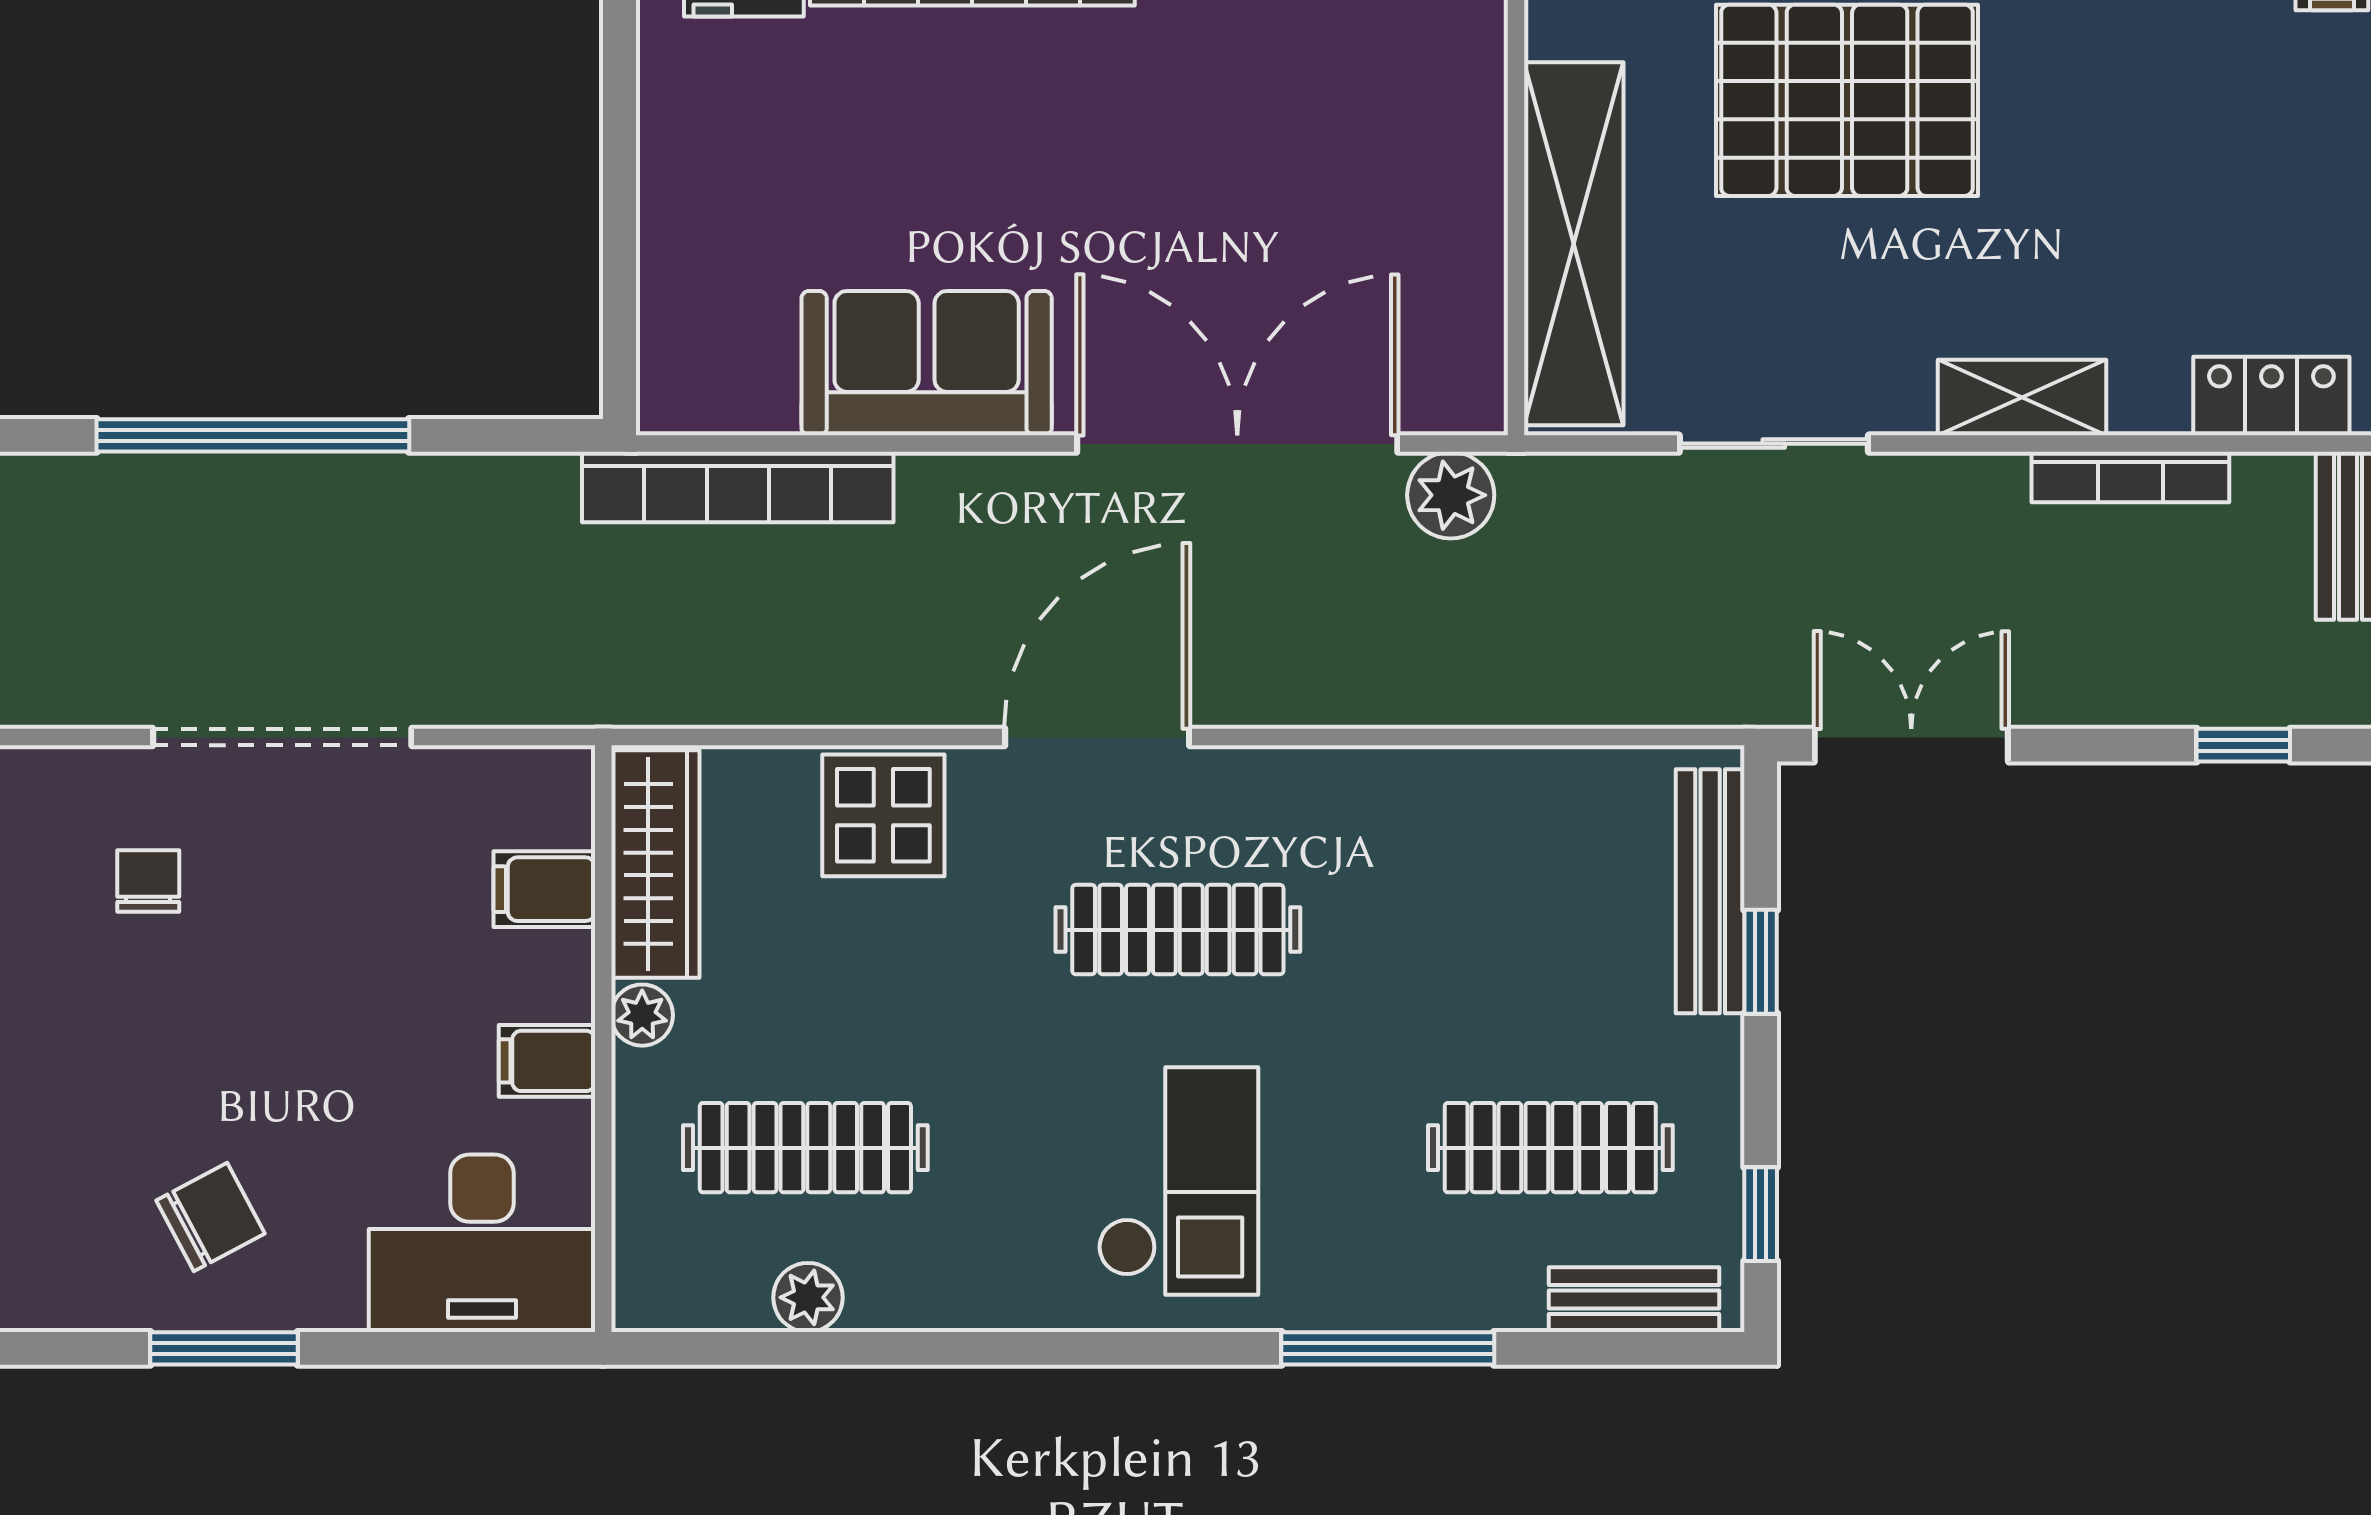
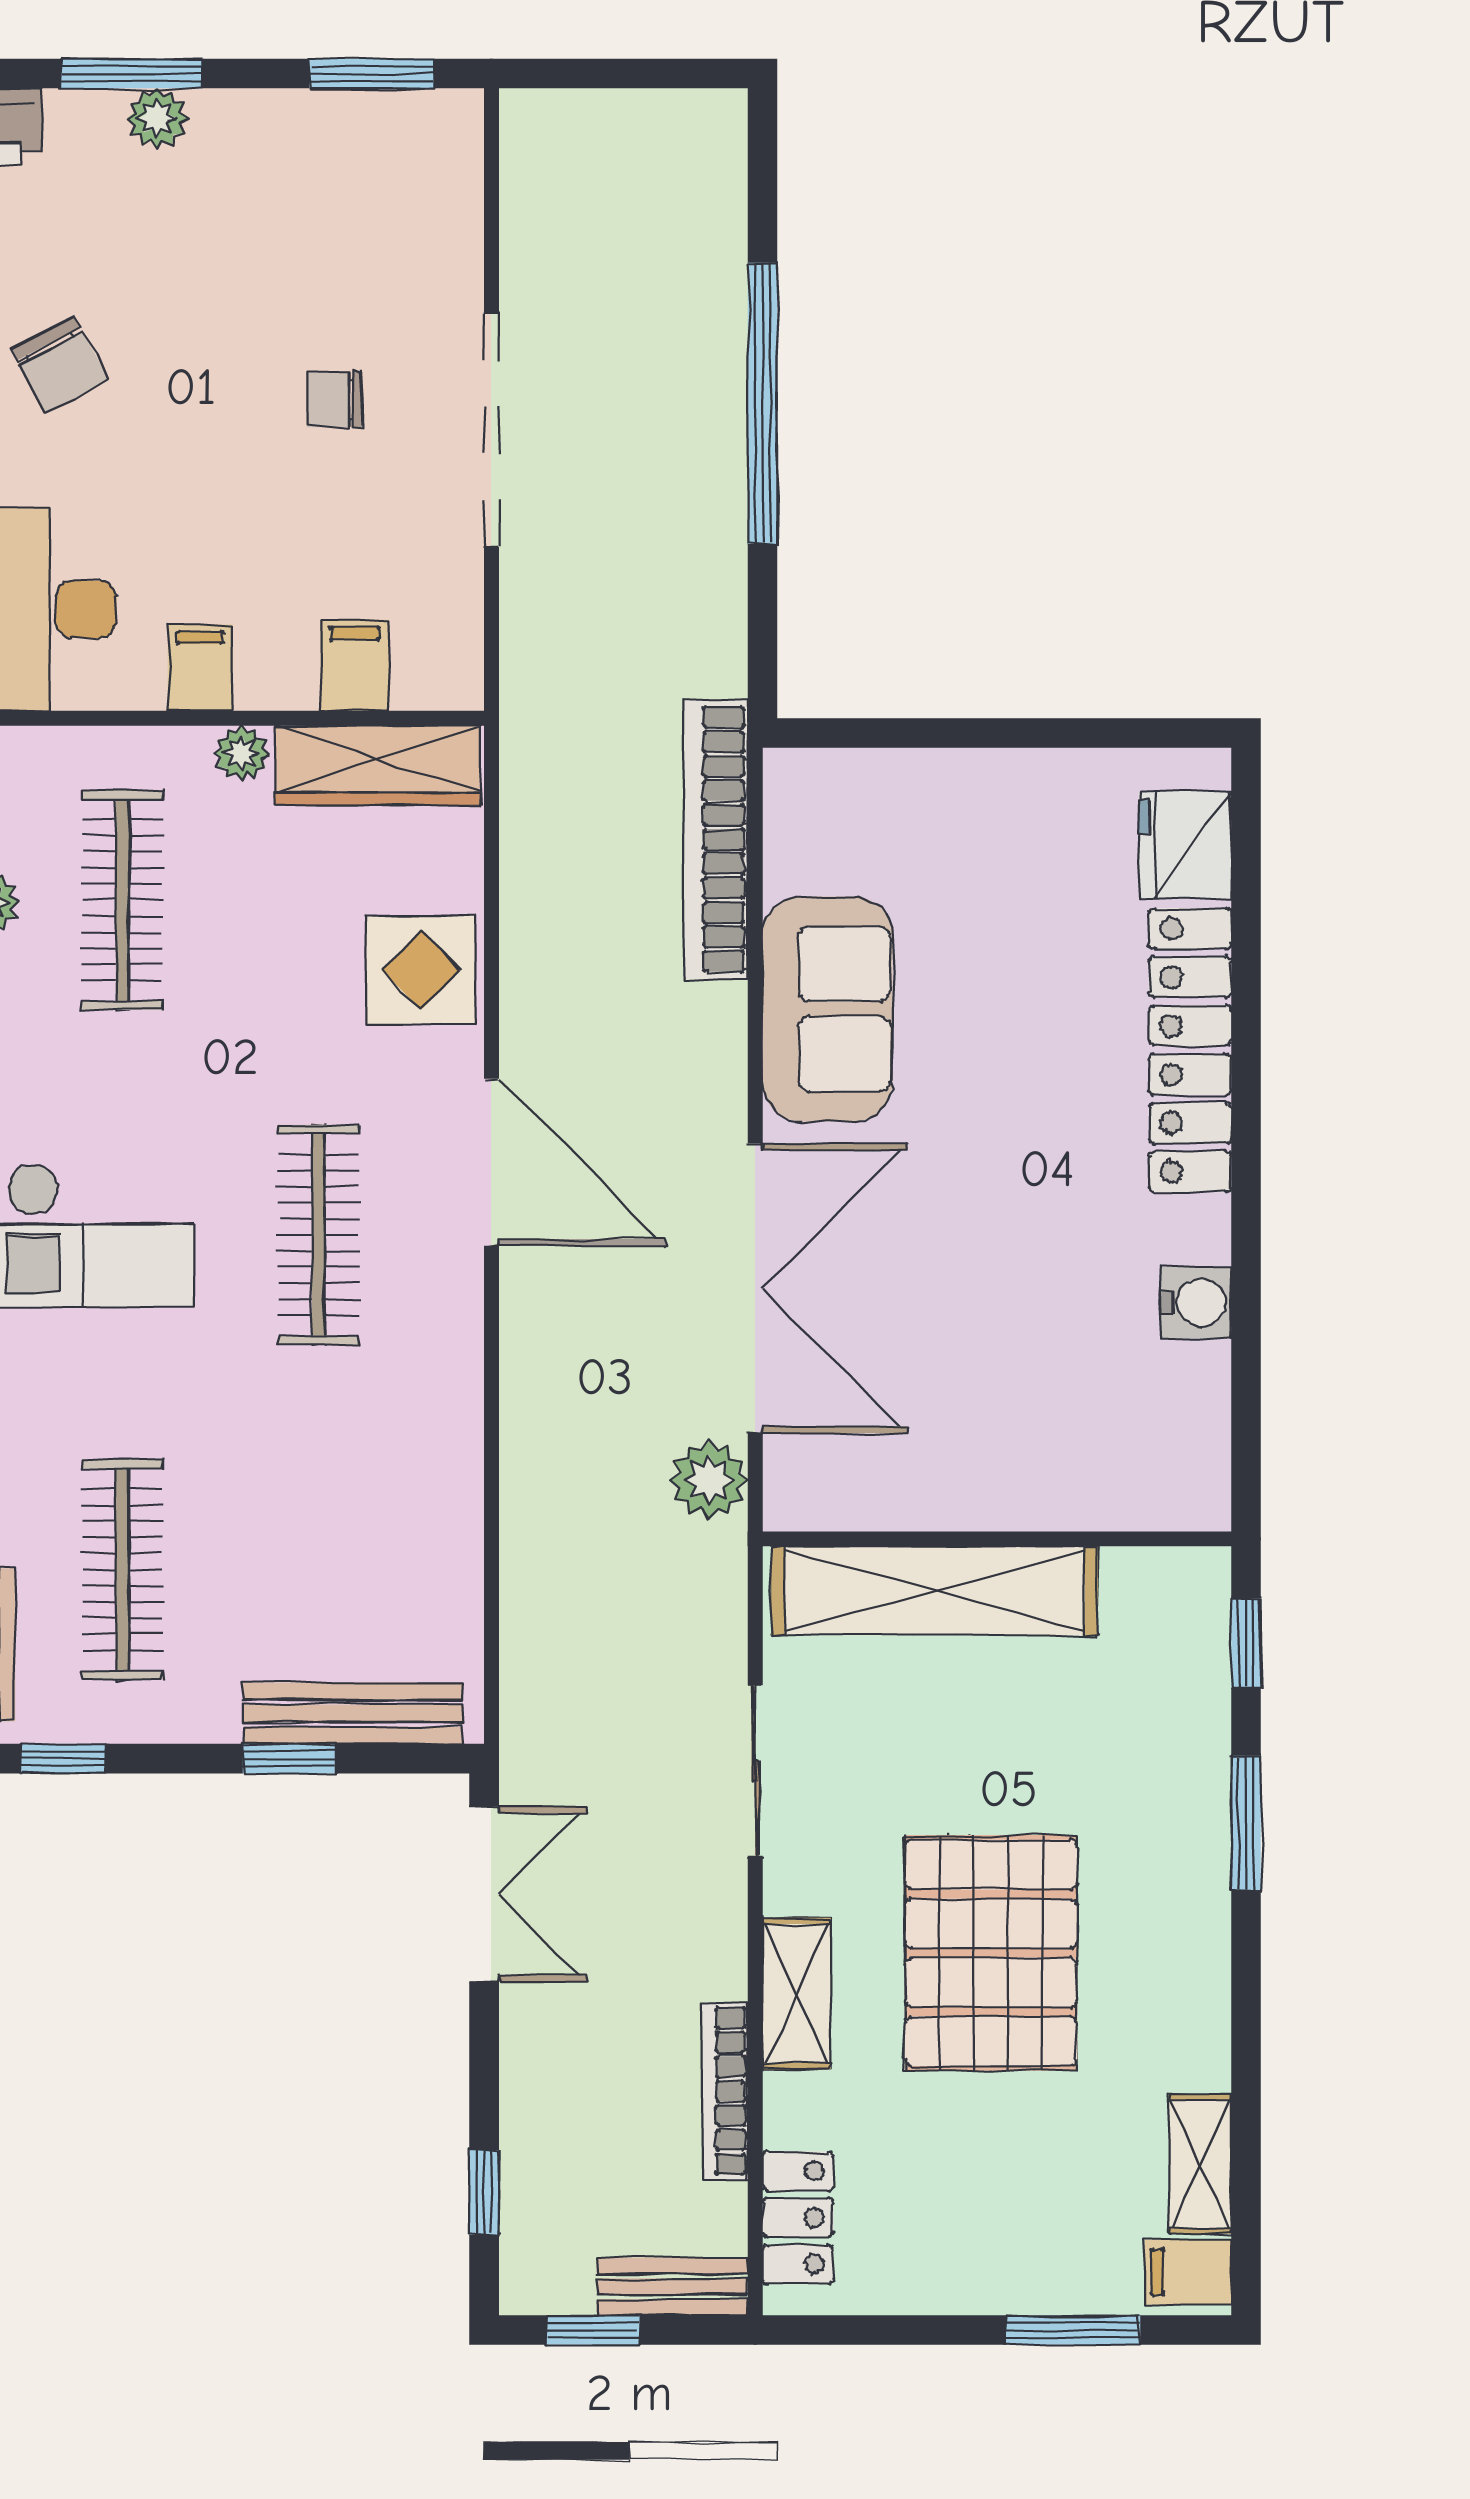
pallet: (1847, 100) -> (991, 1953), moved
chair: (148, 881) -> (334, 399), moved, turned 180

